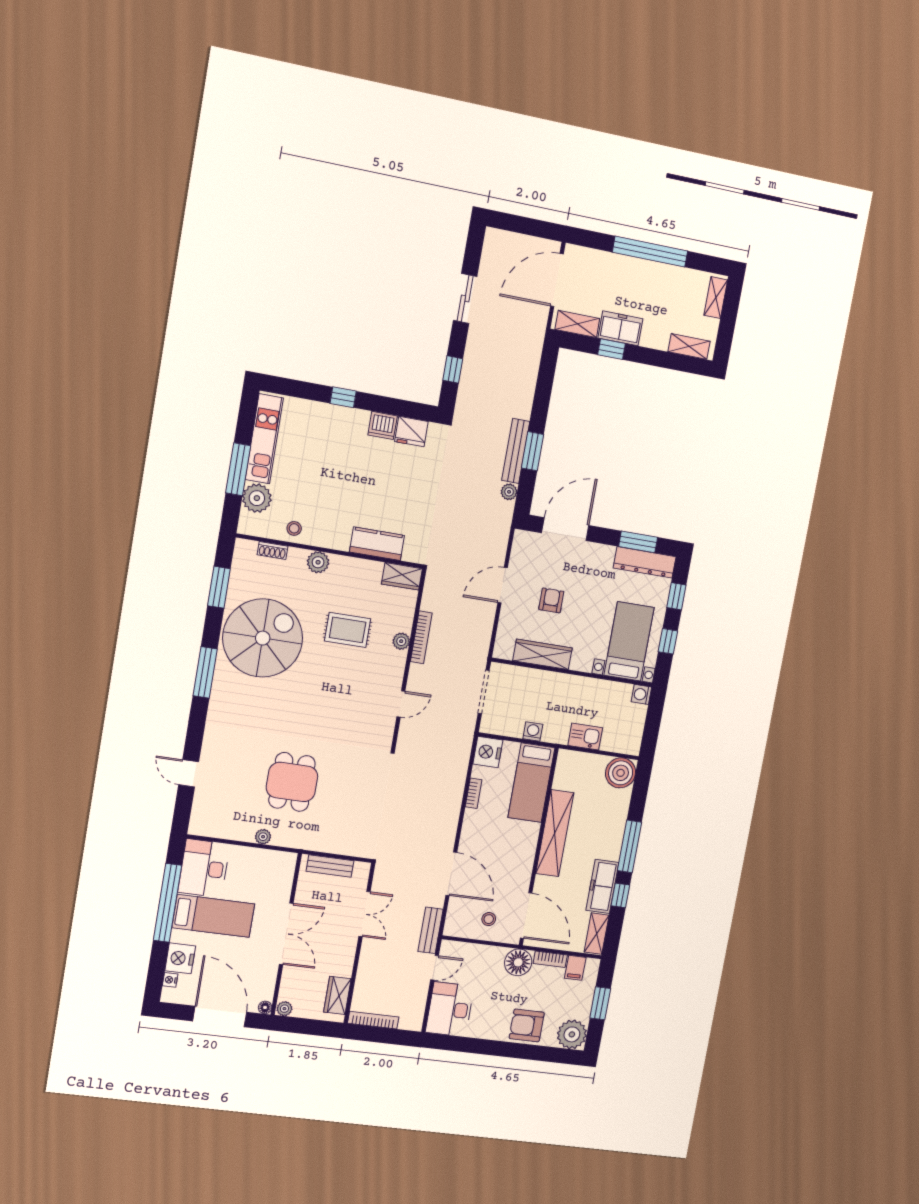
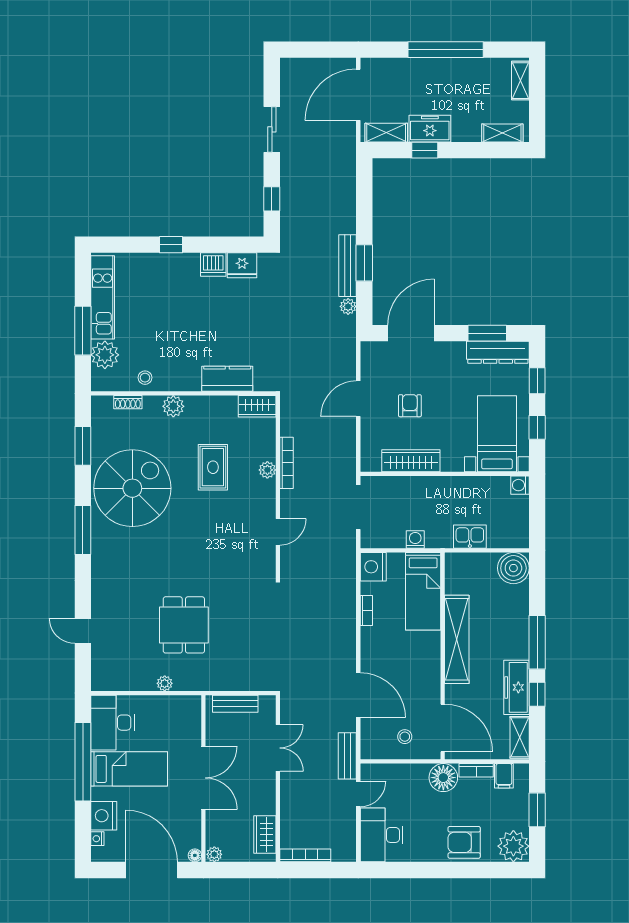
rug: (348, 630) -> (213, 467), turned 90

